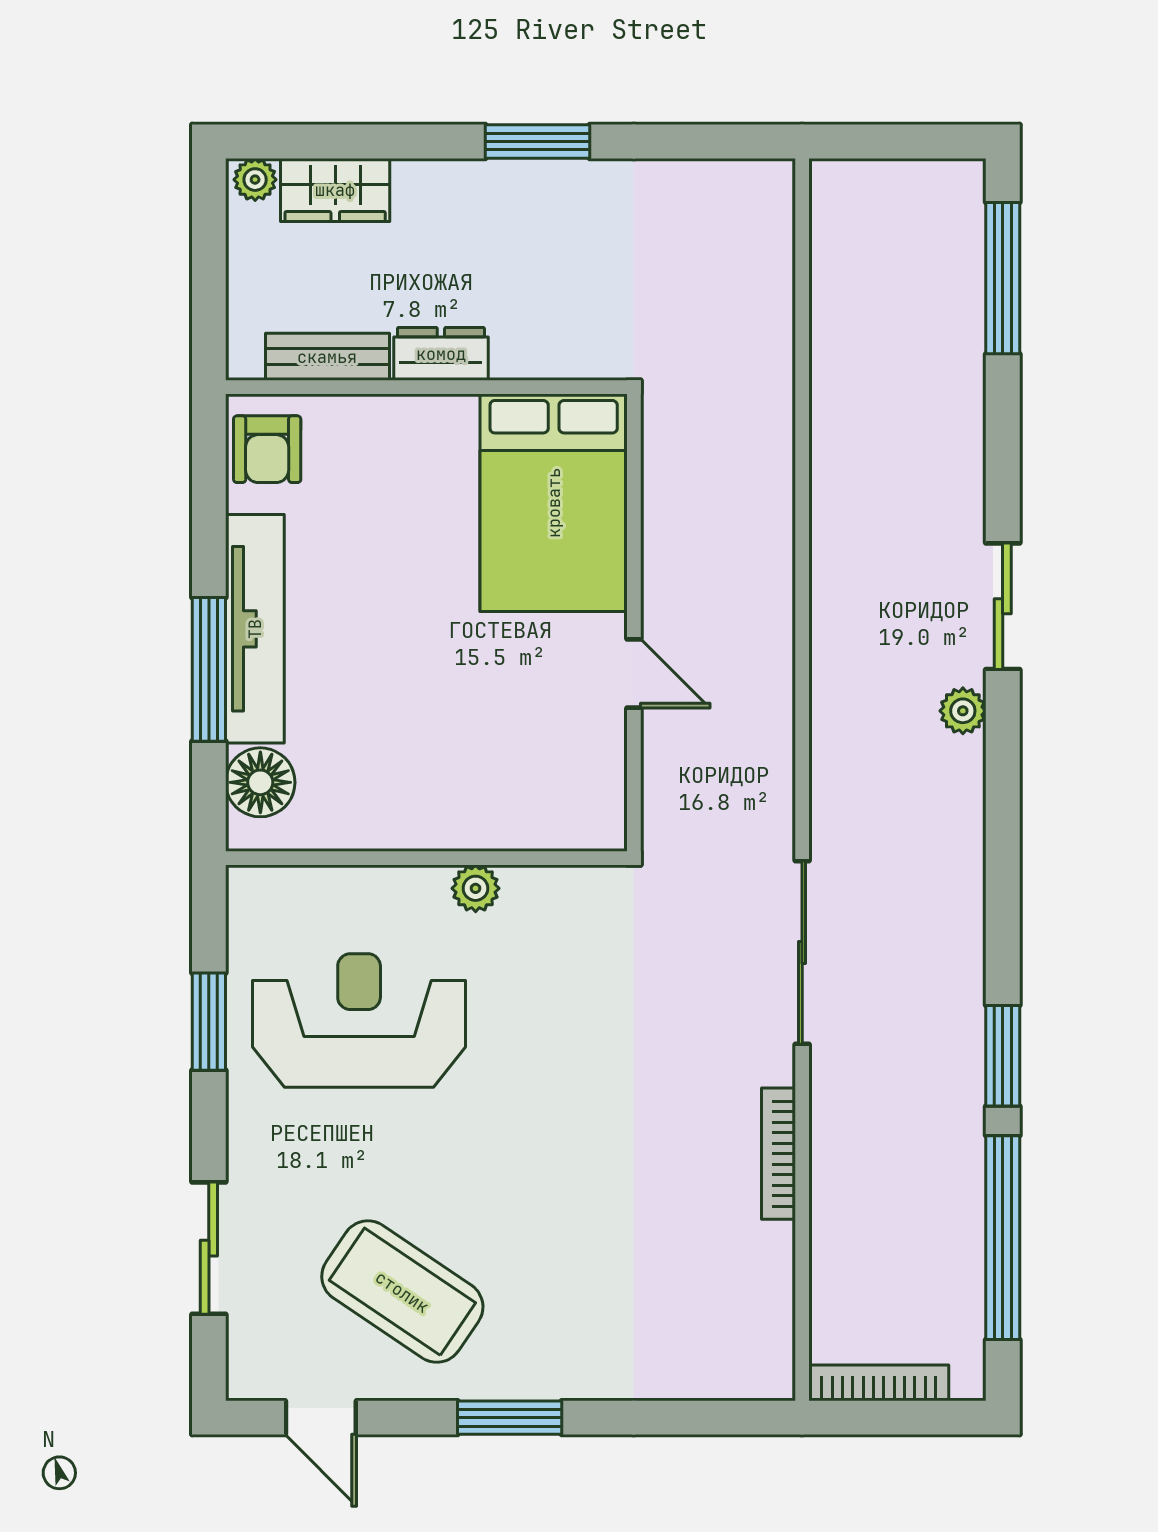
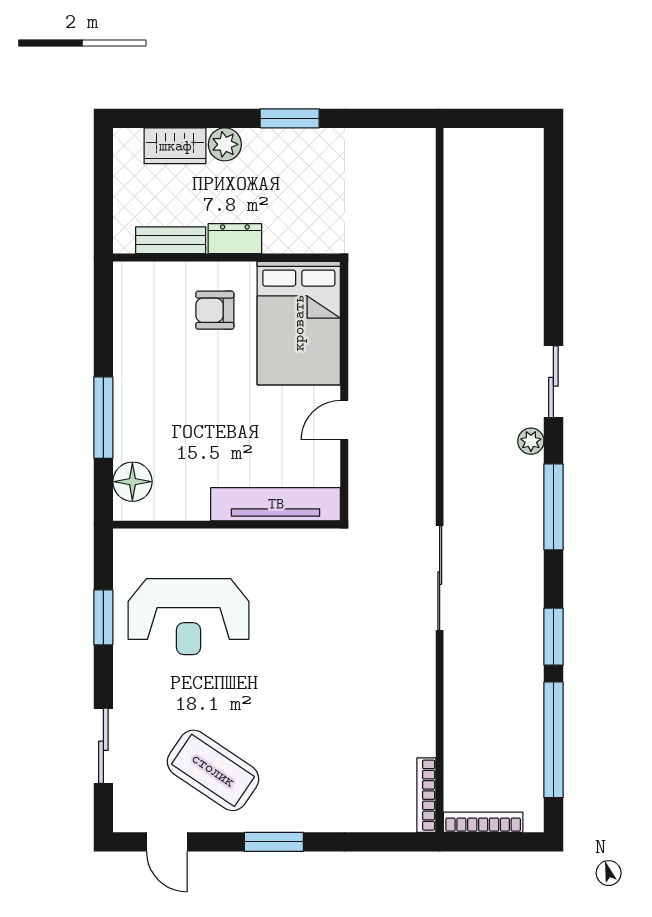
plant: (255, 180) -> (225, 144), moved, width x1.38, depth x1.38
window: (1003, 278) -> (553, 507), moved
armchair: (267, 449) -> (215, 310), moved, turned 90
tv unit: (255, 629) -> (276, 504), moved, turned -90
door: (634, 674) -> (344, 420), swing flipped
plant: (476, 888) -> (255, 542), removed
reception desk: (359, 1020) -> (188, 617), turned 180
bookcase: (778, 1154) -> (426, 795), moved

